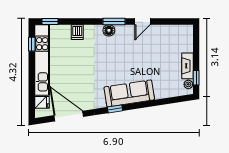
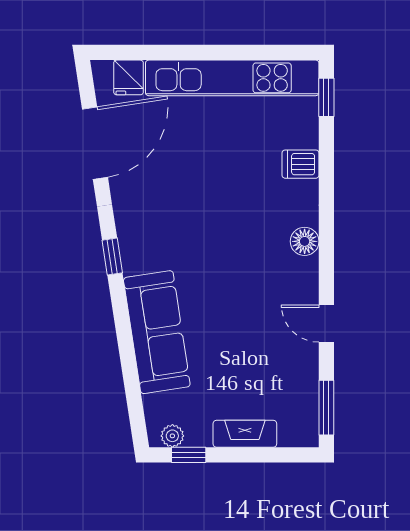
window: (114, 21) -> (326, 408), moved
window: (32, 44) -> (271, 52), removed
fireplace: (187, 66) -> (245, 434), moved
sofa: (129, 93) -> (157, 332), moved

